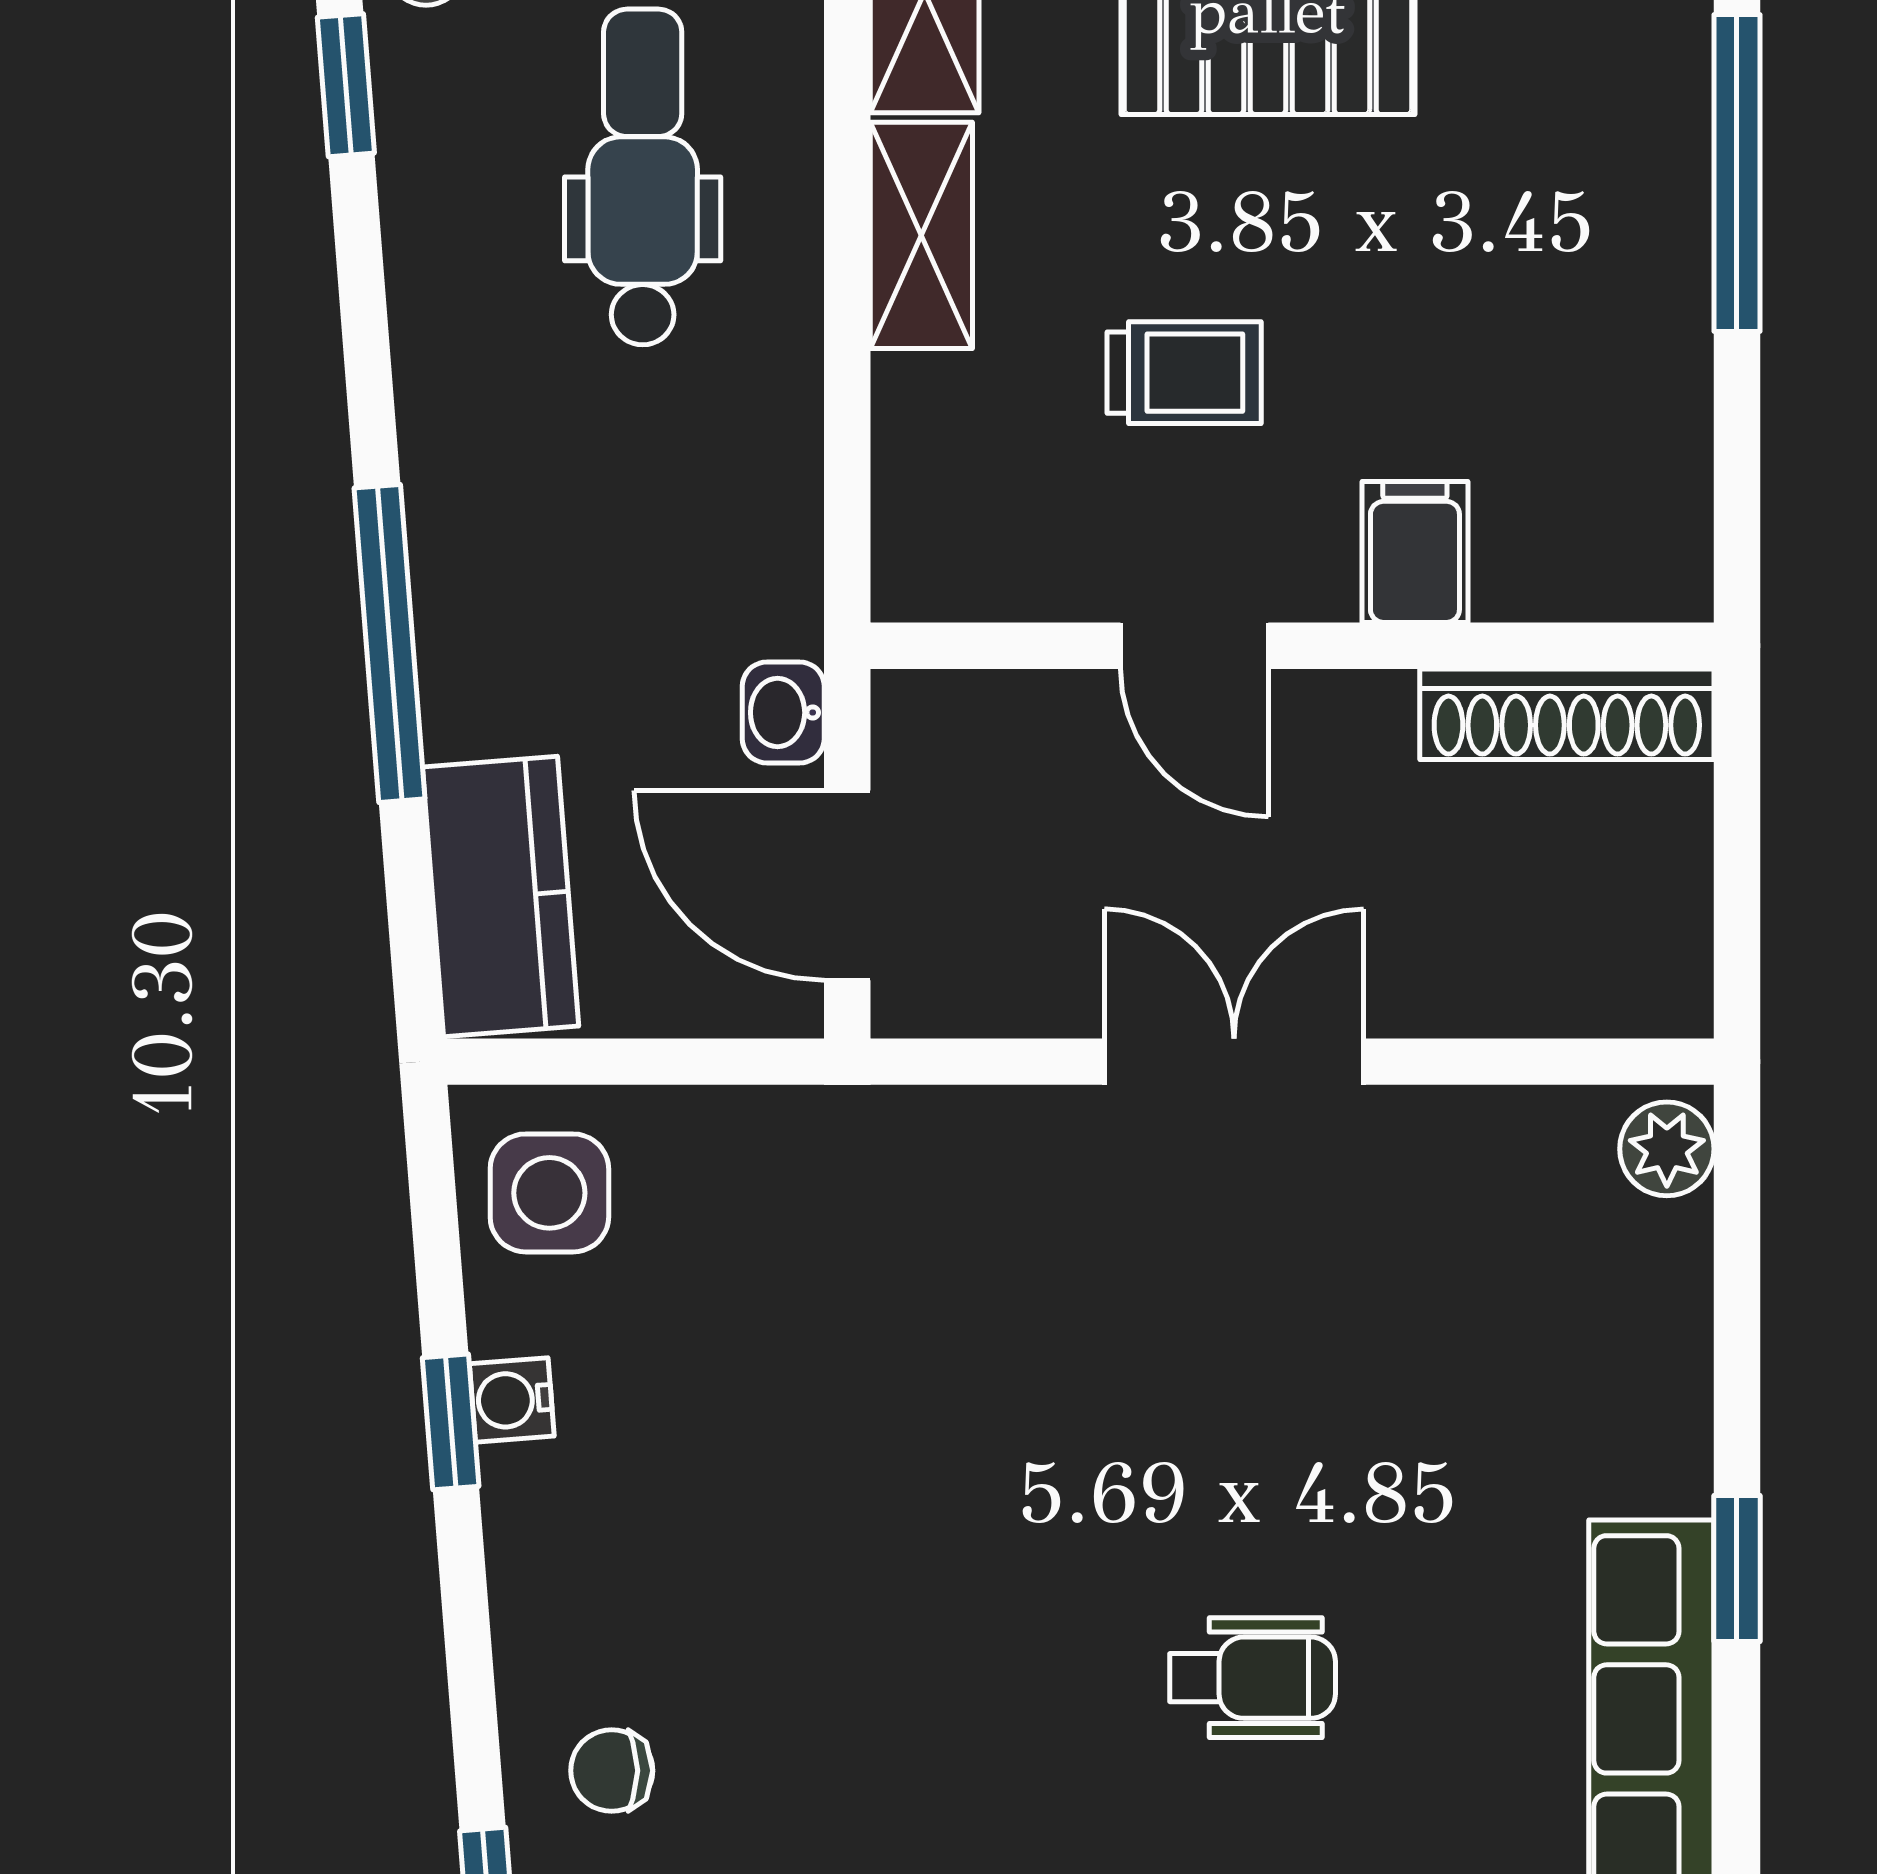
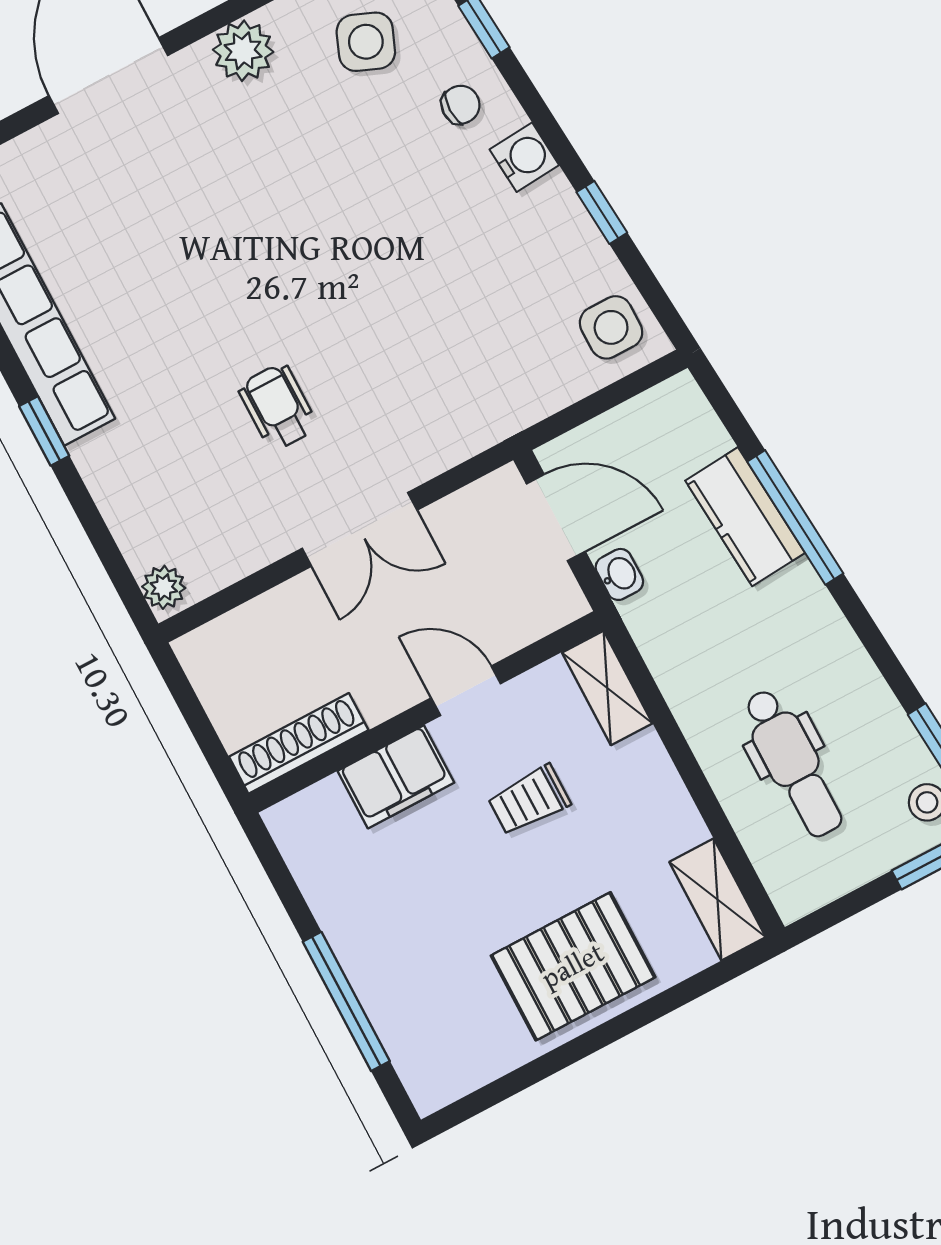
shelving: (921, 235) -> (607, 688), moved
filing cabinet: (1415, 552) -> (396, 777), width x2.00
kitchen counter: (501, 897) -> (745, 517), moved
water cooler: (512, 1400) -> (524, 157), moved, width x1.38, depth x1.38
wheelchair: (1252, 1678) -> (278, 407), moved, turned 90

